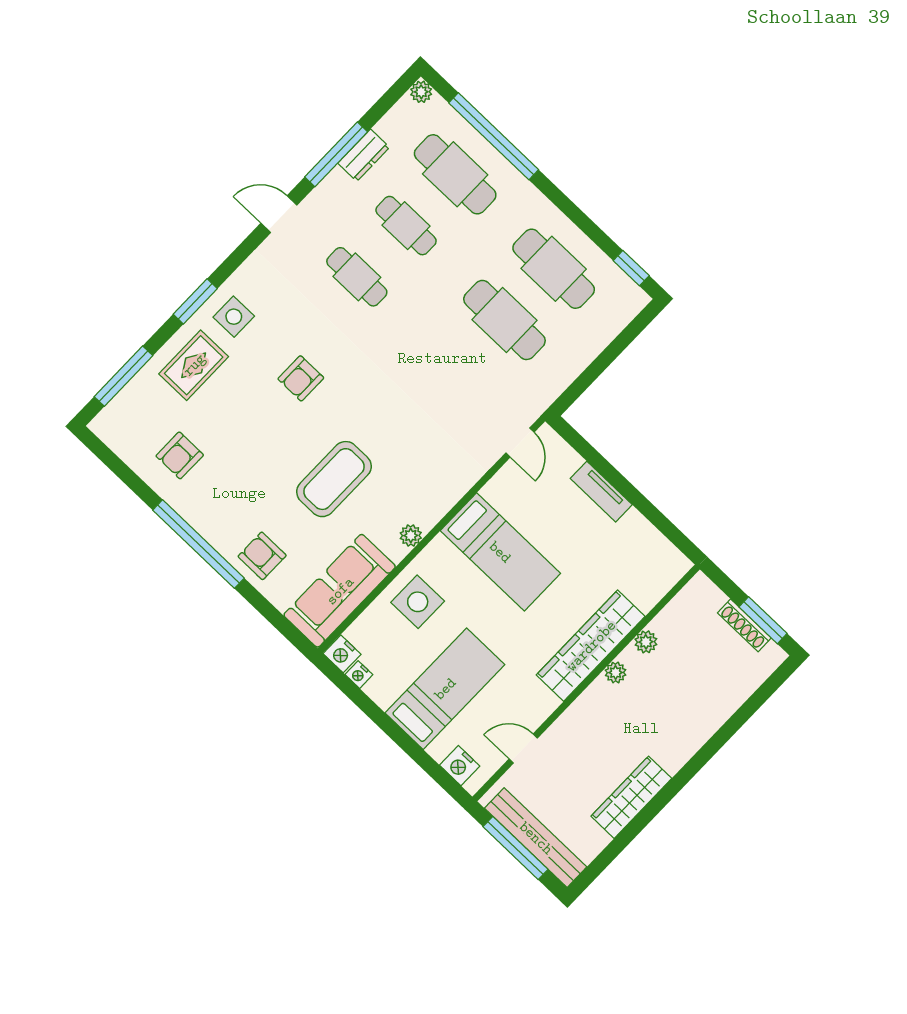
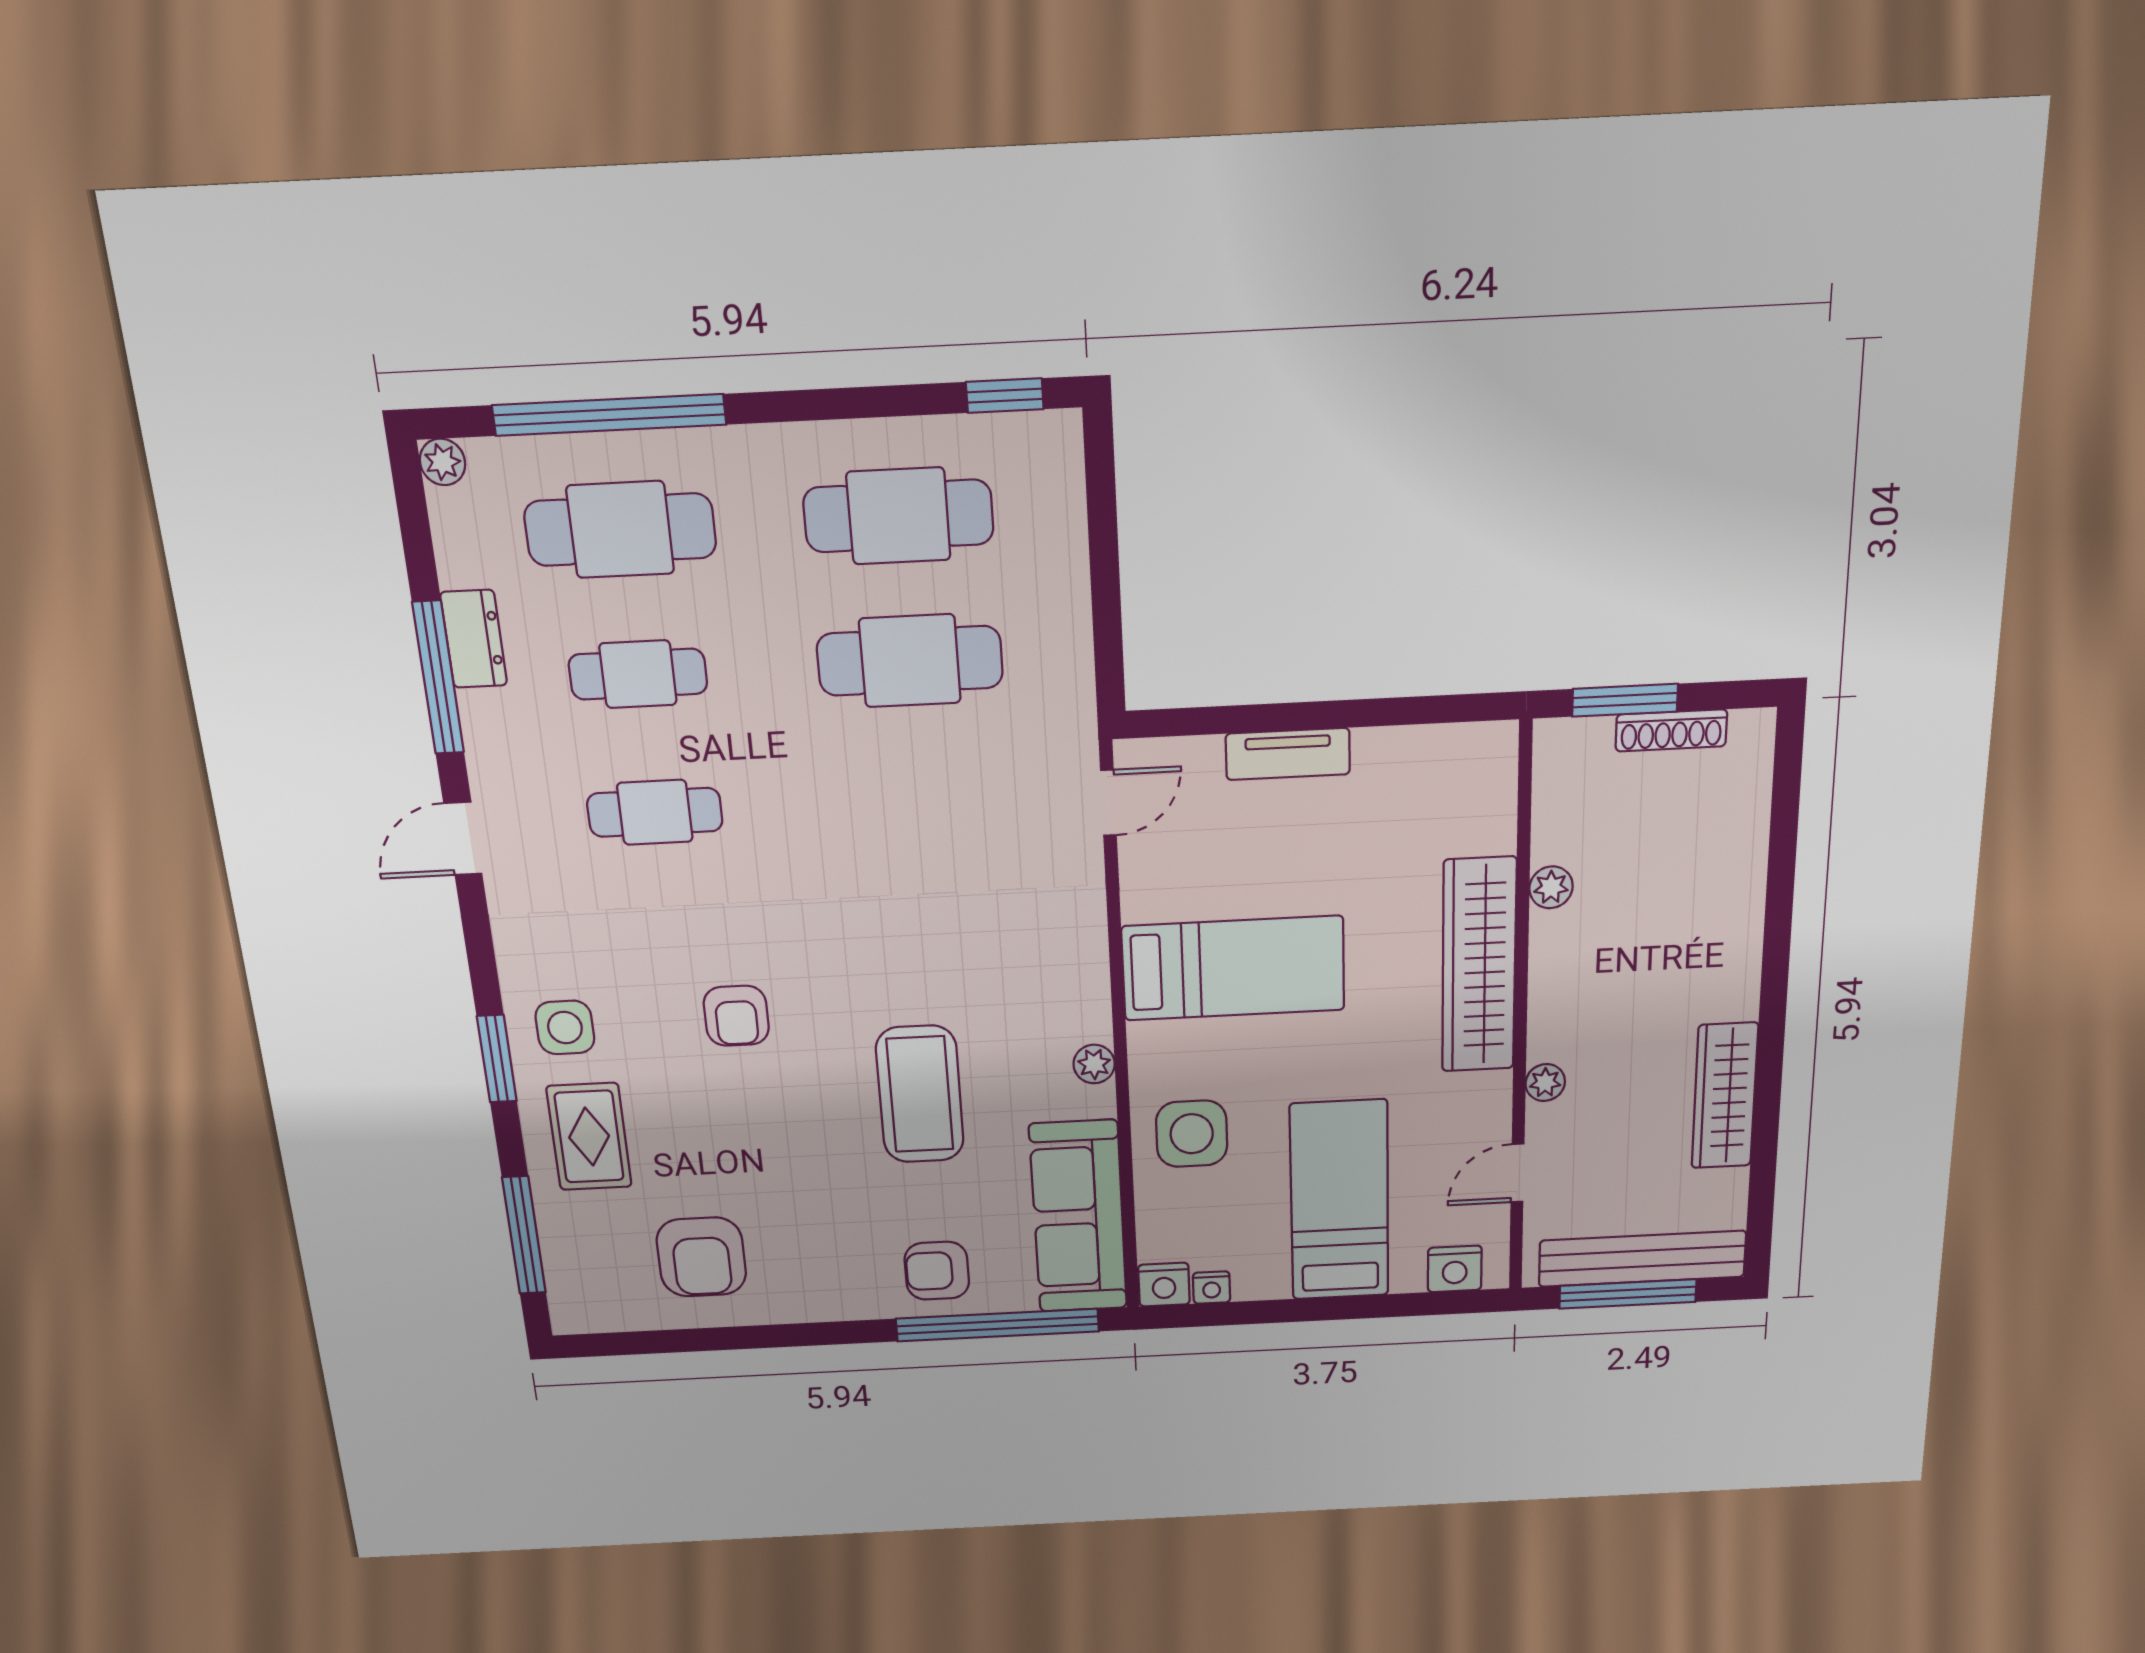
door: (520, 443) -> (1108, 803), hinge flipped
armchair: (180, 455) -> (701, 1257), width x1.38, depth x1.38
window: (198, 544) -> (997, 1325), moved
window: (763, 620) -> (1625, 700), moved
plant: (616, 673) -> (1545, 1083), moved

